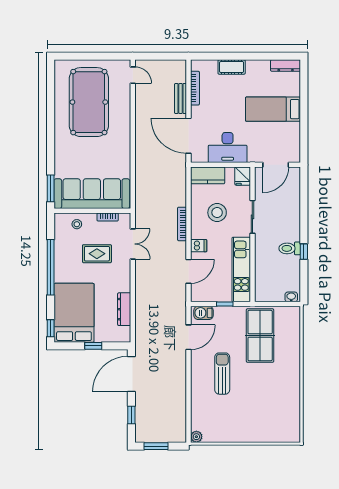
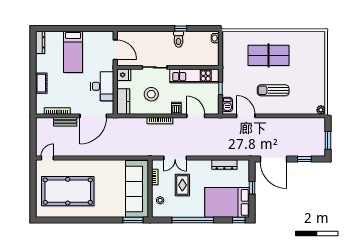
double door: (133, 244) -> (175, 158), swing flipped
table tennis table: (260, 336) -> (268, 55), moved

